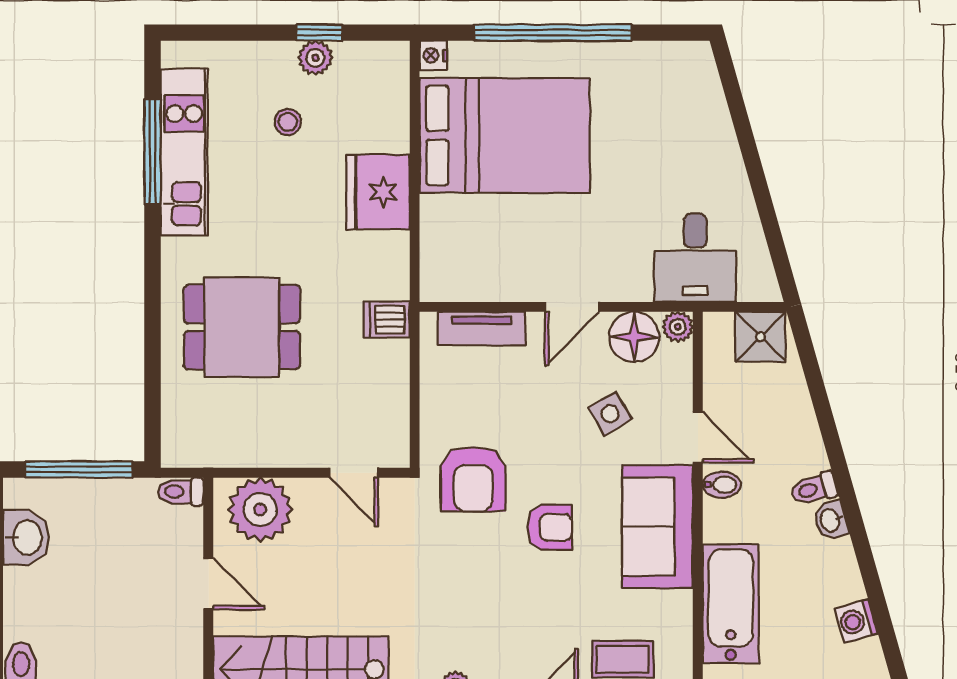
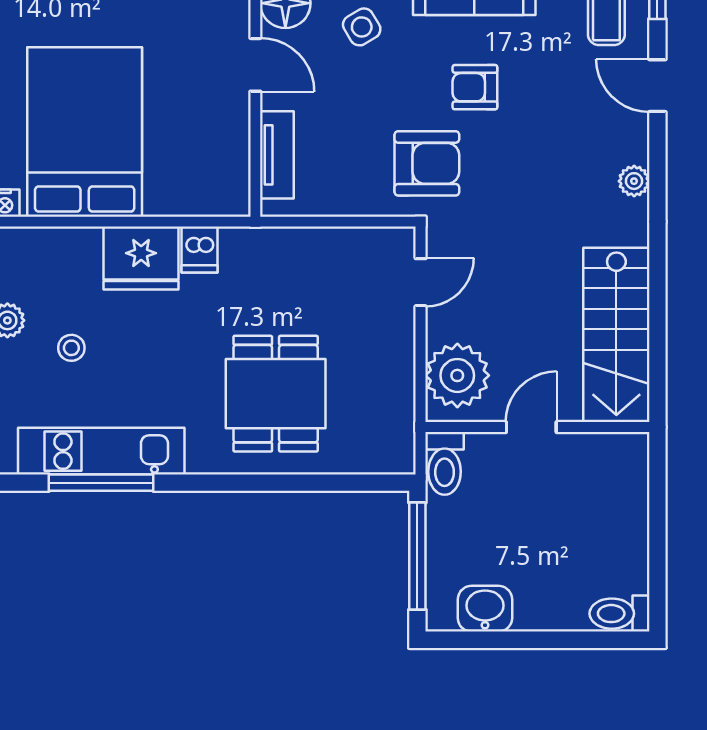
dishwasher: (387, 320) -> (199, 250), moved
toilet: (181, 492) -> (445, 463), width x1.37, depth x1.39
armchair: (550, 527) -> (475, 87), turned -90

